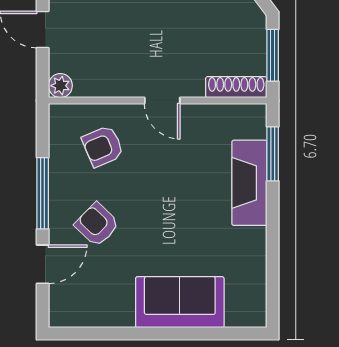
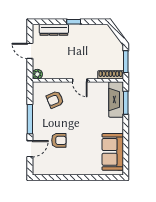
fireplace: (249, 183) -> (116, 100), moved
armchair: (97, 225) -> (59, 140), moved, turned 136
sofa: (180, 302) -> (113, 152), moved, turned -90

